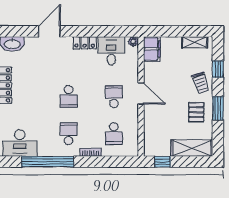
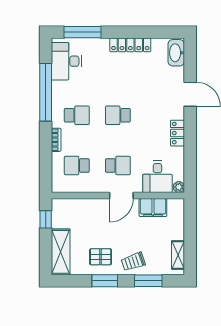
filing cabinet: (152, 49) -> (153, 208), moved
desk: (111, 51) -> (157, 177), moved, turned 90
window: (218, 69) -> (148, 281), width x1.50

